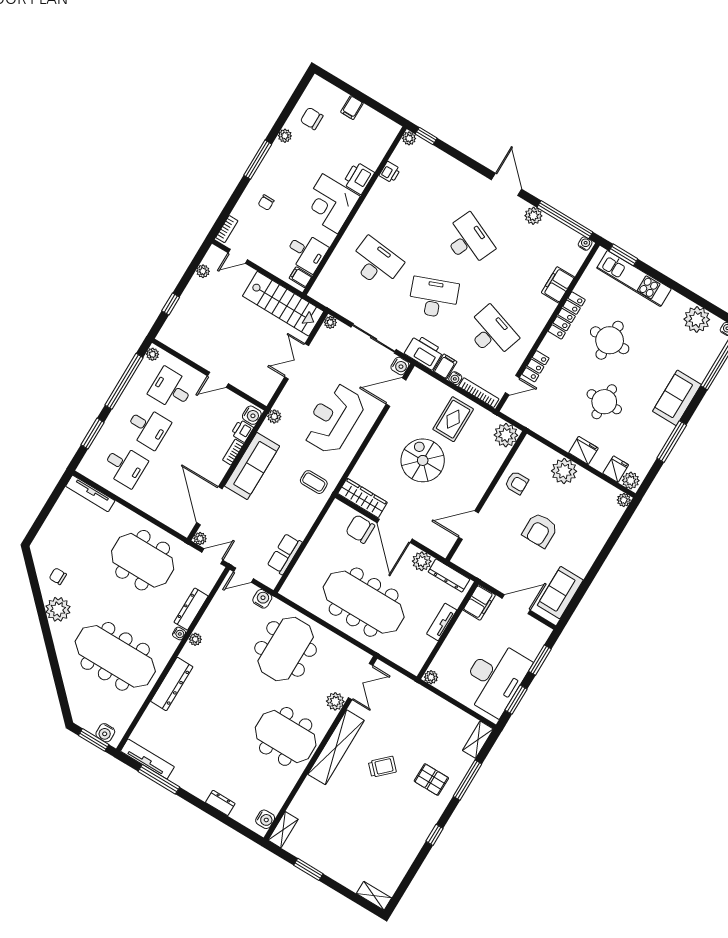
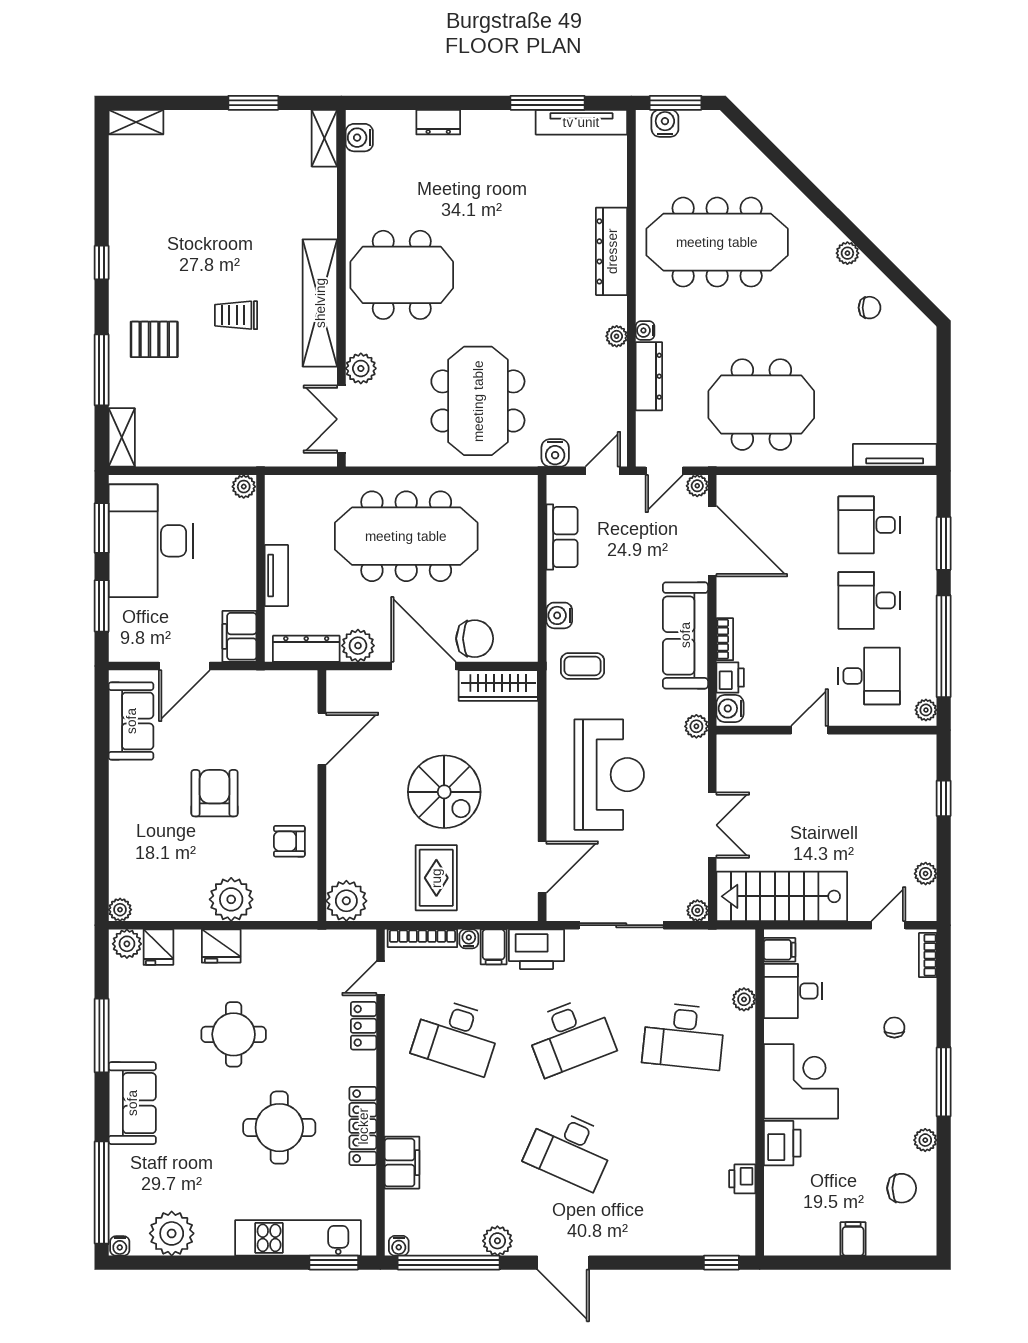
plant: (409, 138) -> (744, 999), moved
water cooler: (400, 366) -> (559, 615), moved
plant: (58, 609) -> (847, 253), width x0.53, depth x0.53
trolley: (382, 767) -> (236, 315), turned 44

